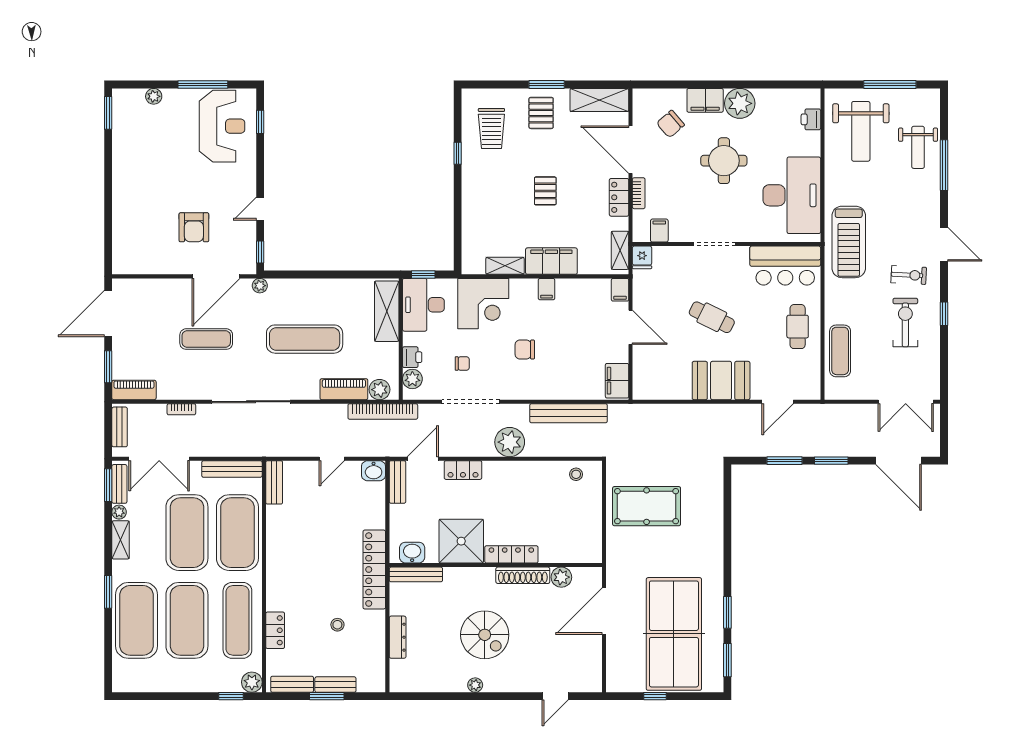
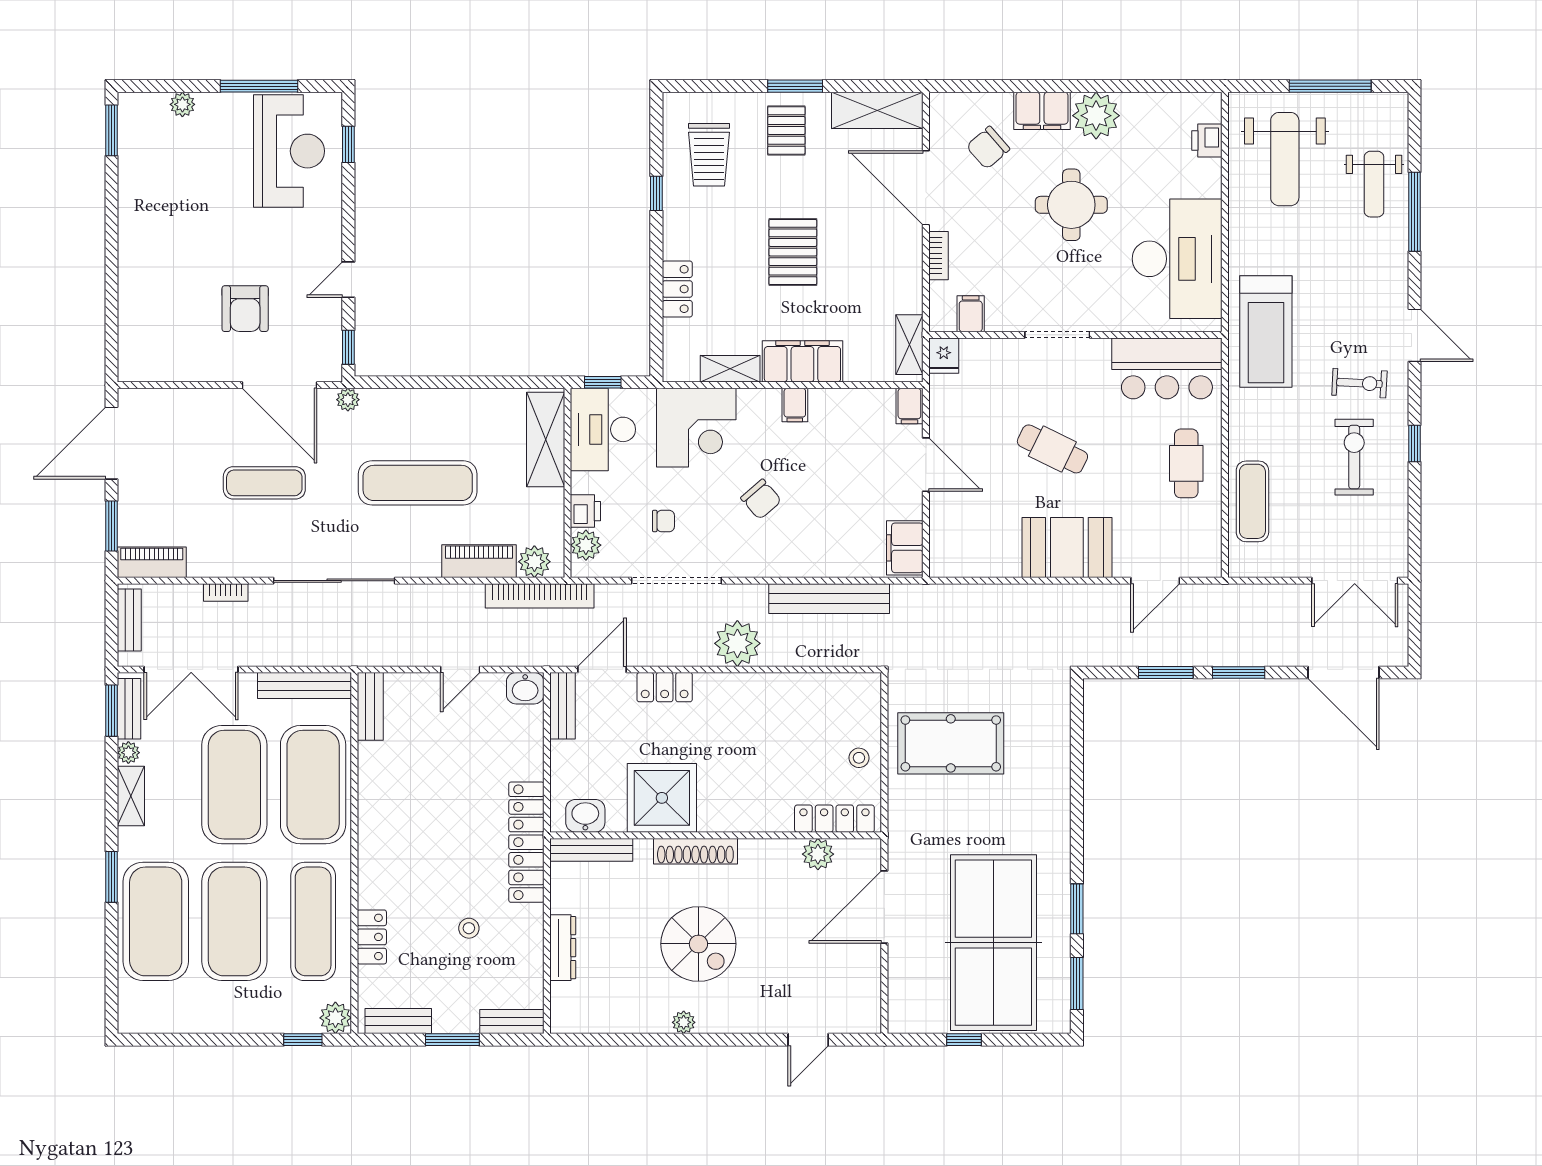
pallet: (545, 191) -> (793, 252), width x1.50, depth x1.42
locker: (619, 197) -> (677, 289), moved, turned 180
door: (216, 276) -> (280, 385), hinge flipped
chair: (525, 350) -> (761, 499), turned -131
stool: (576, 474) -> (859, 758), moved
locker: (511, 554) -> (834, 819), moved
shoe rack: (523, 575) -> (695, 851), moved
bench: (335, 685) -> (512, 1022), moved

